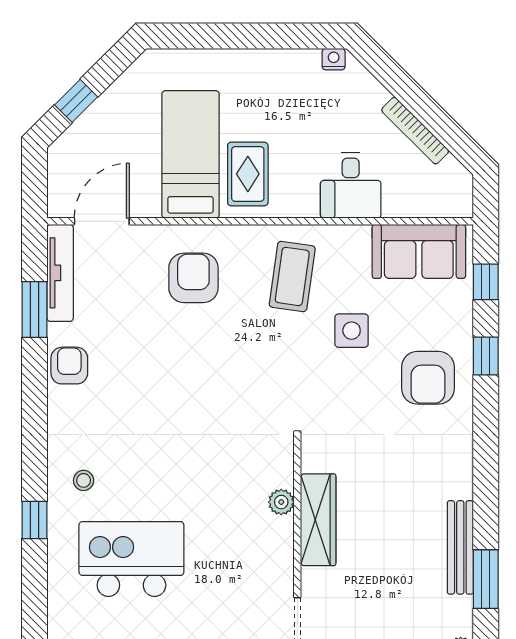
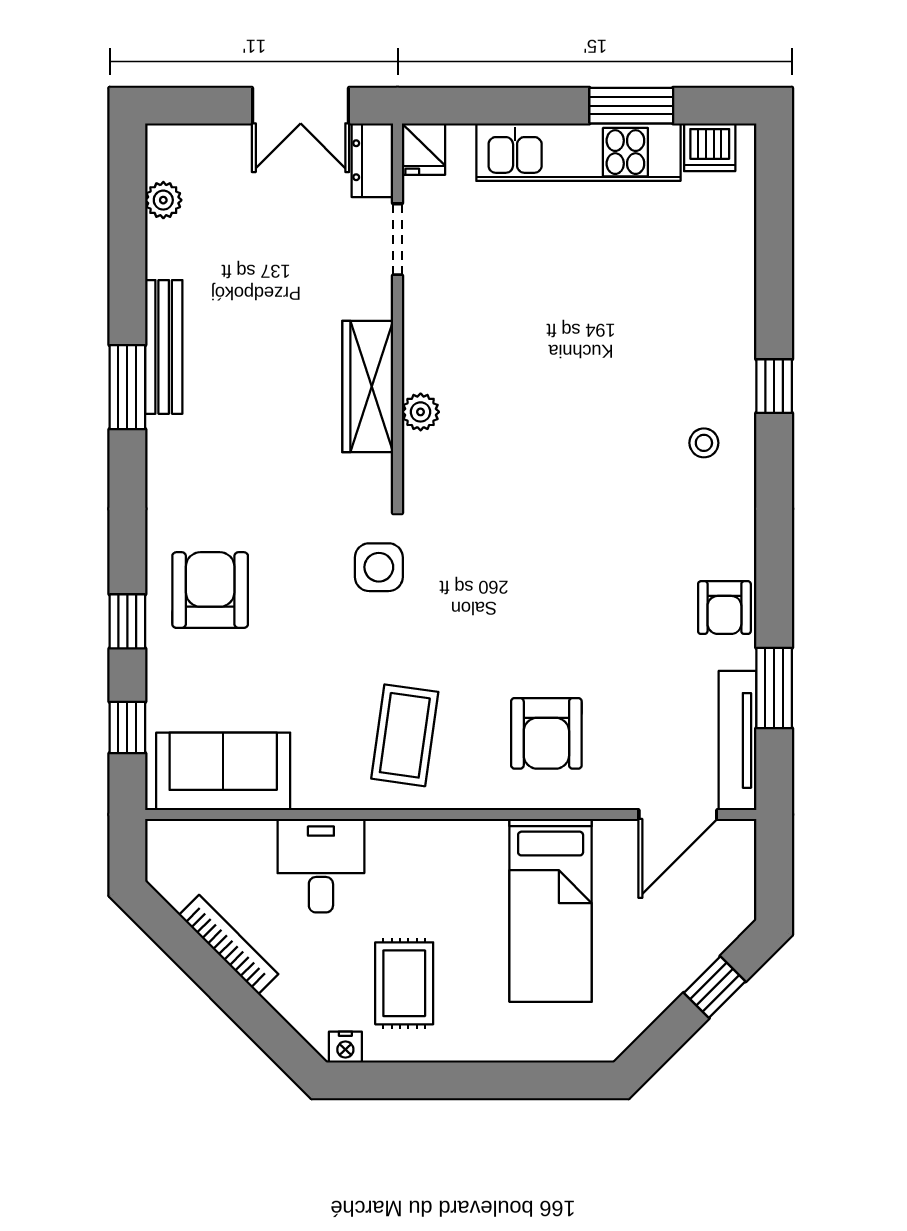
rug: (248, 174) -> (404, 983), moved
side table: (352, 331) -> (379, 567), moved
kitchen island: (131, 559) -> (635, 330), removed
window: (486, 579) -> (127, 387), moved

